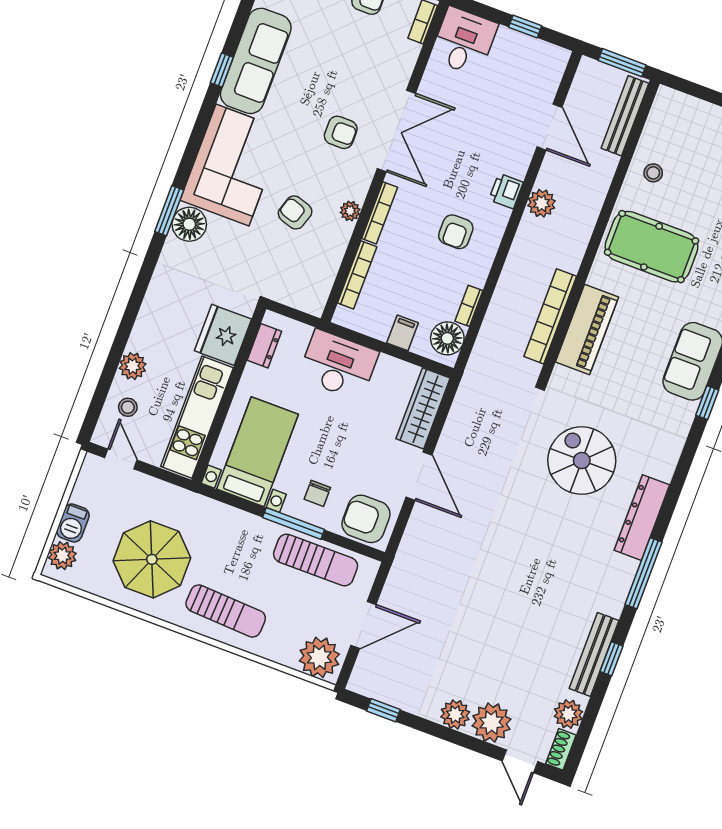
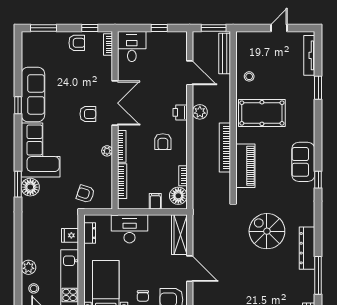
armchair: (295, 212) -> (85, 194), moved
bookcase: (550, 316) -> (225, 147), moved
fridge: (223, 335) -> (70, 235), width x0.53, depth x0.75

